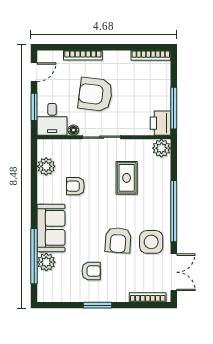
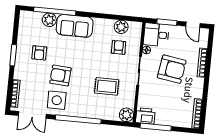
armchair: (95, 94) -> (172, 69), turned 92
armchair: (75, 186) -> (119, 47), moved

